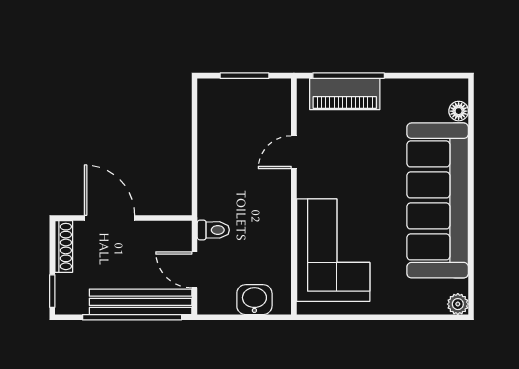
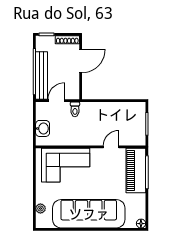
piano: (345, 94) -> (136, 171), width x1.37, depth x1.33
floor lamp: (459, 111) -> (141, 224), moved
door: (294, 152) -> (111, 147), hinge flipped
plant: (458, 304) -> (40, 209), moved

